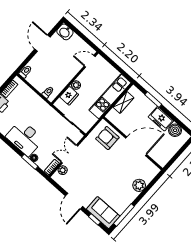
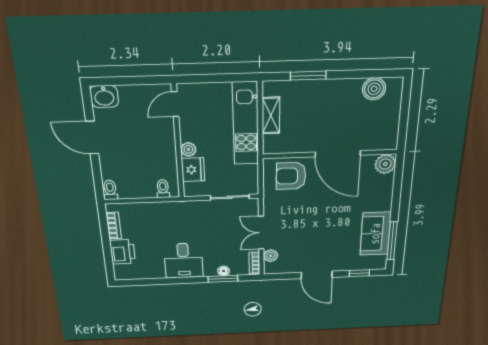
freezer: (161, 119) -> (341, 91), removed
desk: (25, 138) -> (184, 261), width x0.73
door: (136, 146) -> (338, 154), swing flipped
plant: (139, 185) -> (385, 164), moved
sofa: (103, 213) -> (375, 234), moved, turned -90

